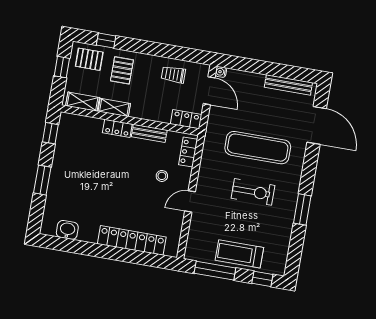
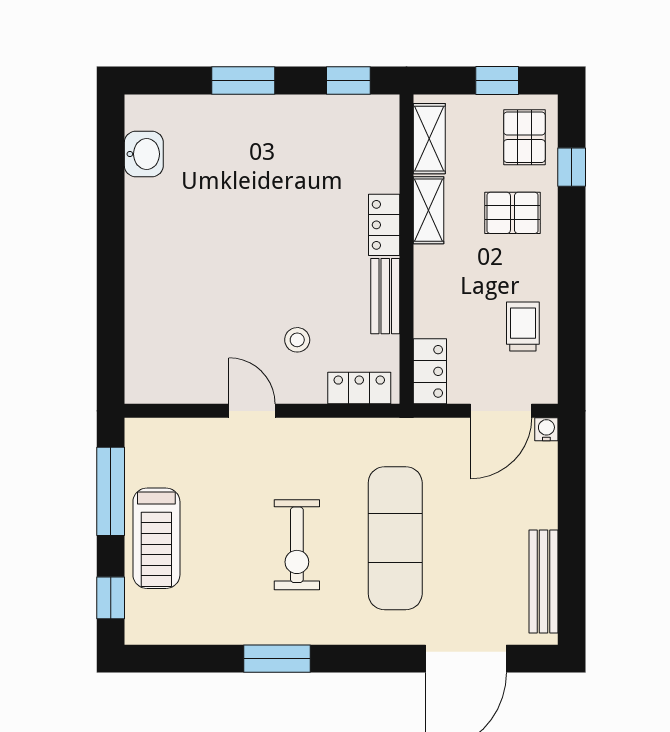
locker: (132, 240) -> (145, 299), removed
treadmill: (239, 254) -> (156, 538), turned 180

